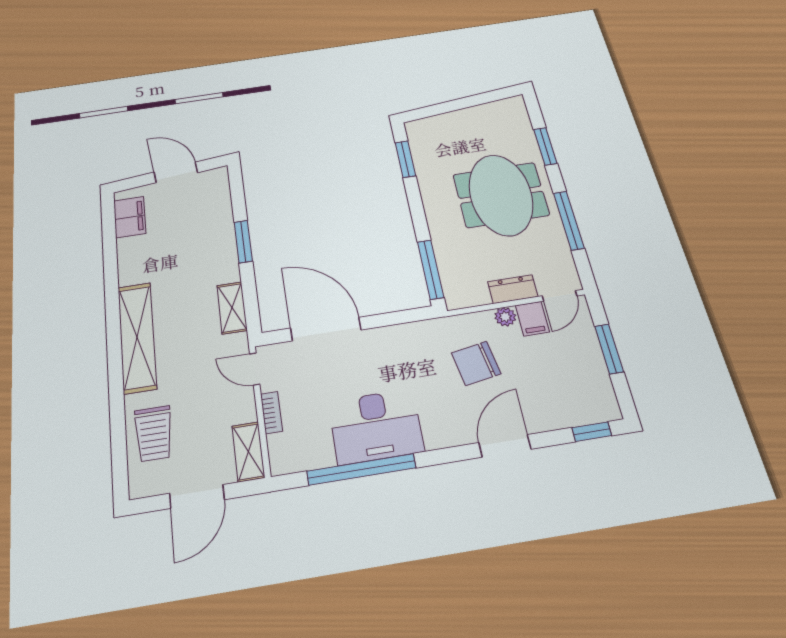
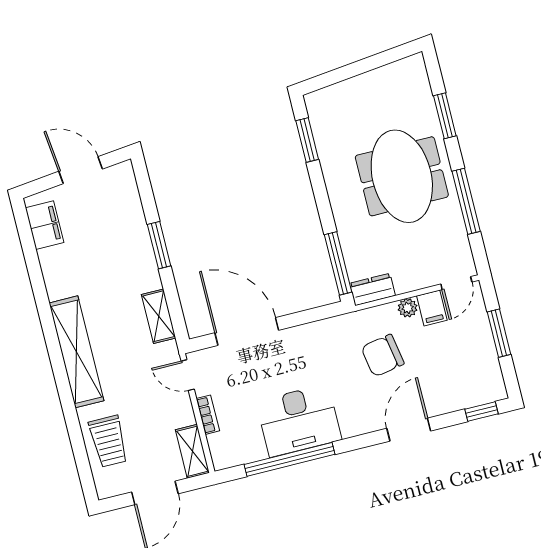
dresser: (513, 289) -> (372, 289), moved

